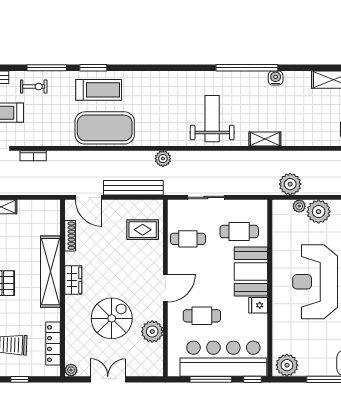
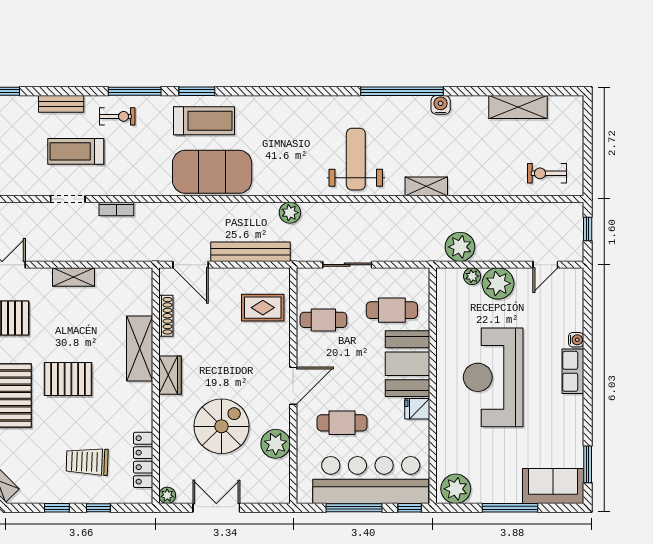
shelving: (50, 272) -> (140, 349), width x0.68

